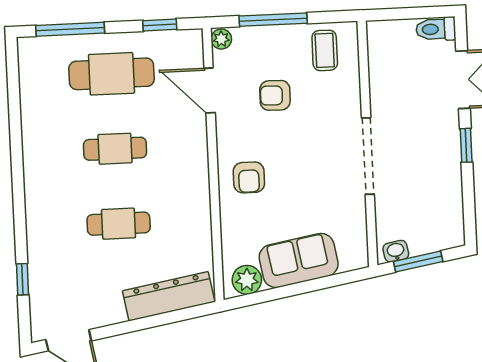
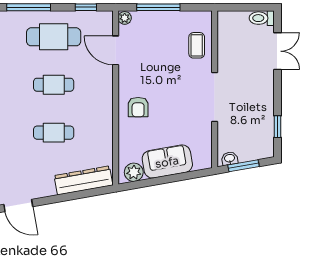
coffee table: (325, 50) -> (197, 45), moved
armchair: (275, 95) -> (157, 56), removed
window: (466, 145) -> (278, 127), moved

